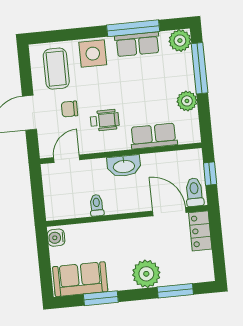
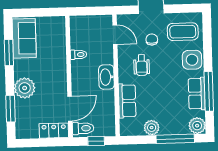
water cooler: (56, 238) -> (56, 23), removed

